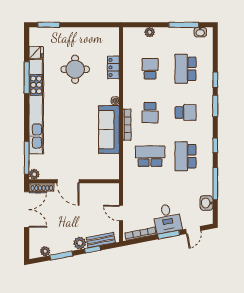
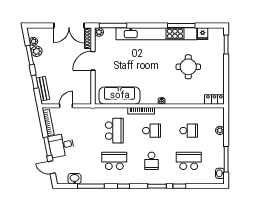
locker: (113, 67) -> (214, 99), moved
school desk: (150, 113) -> (151, 131), turned 180
sofa: (109, 130) -> (120, 96), moved
plant: (80, 243) -> (37, 51), moved

